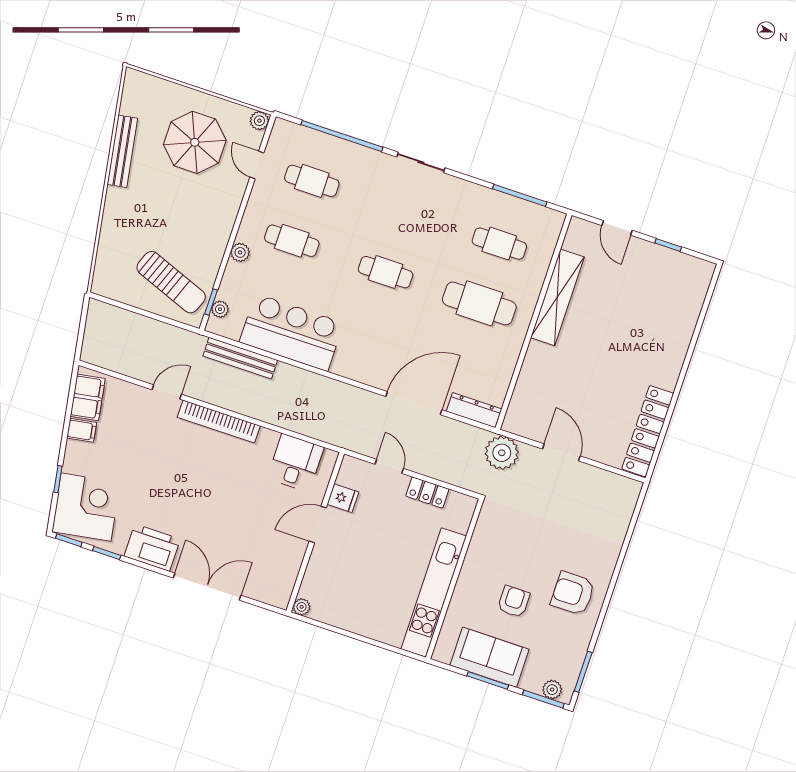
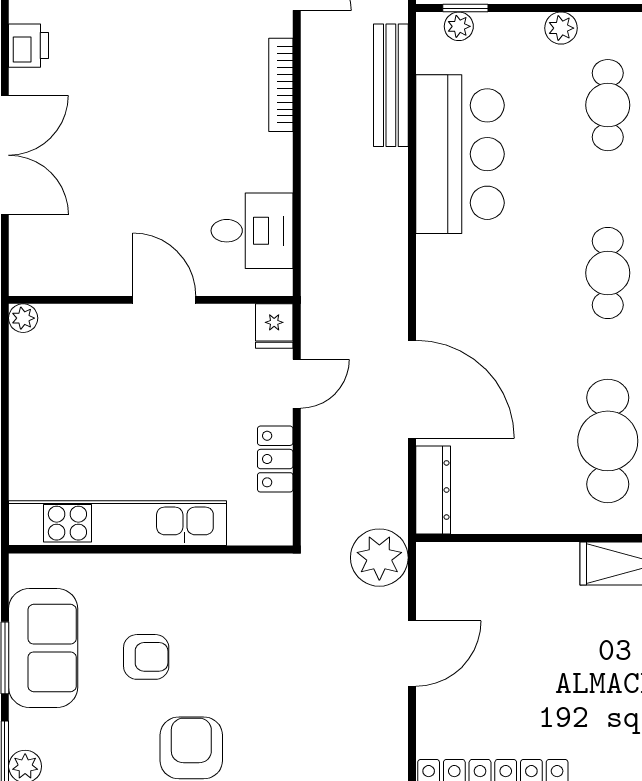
bookcase: (219, 422) -> (281, 85), width x0.68, depth x0.76
fridge: (343, 498) -> (274, 326), moved
printer: (152, 548) -> (29, 46), width x0.53, depth x0.68

